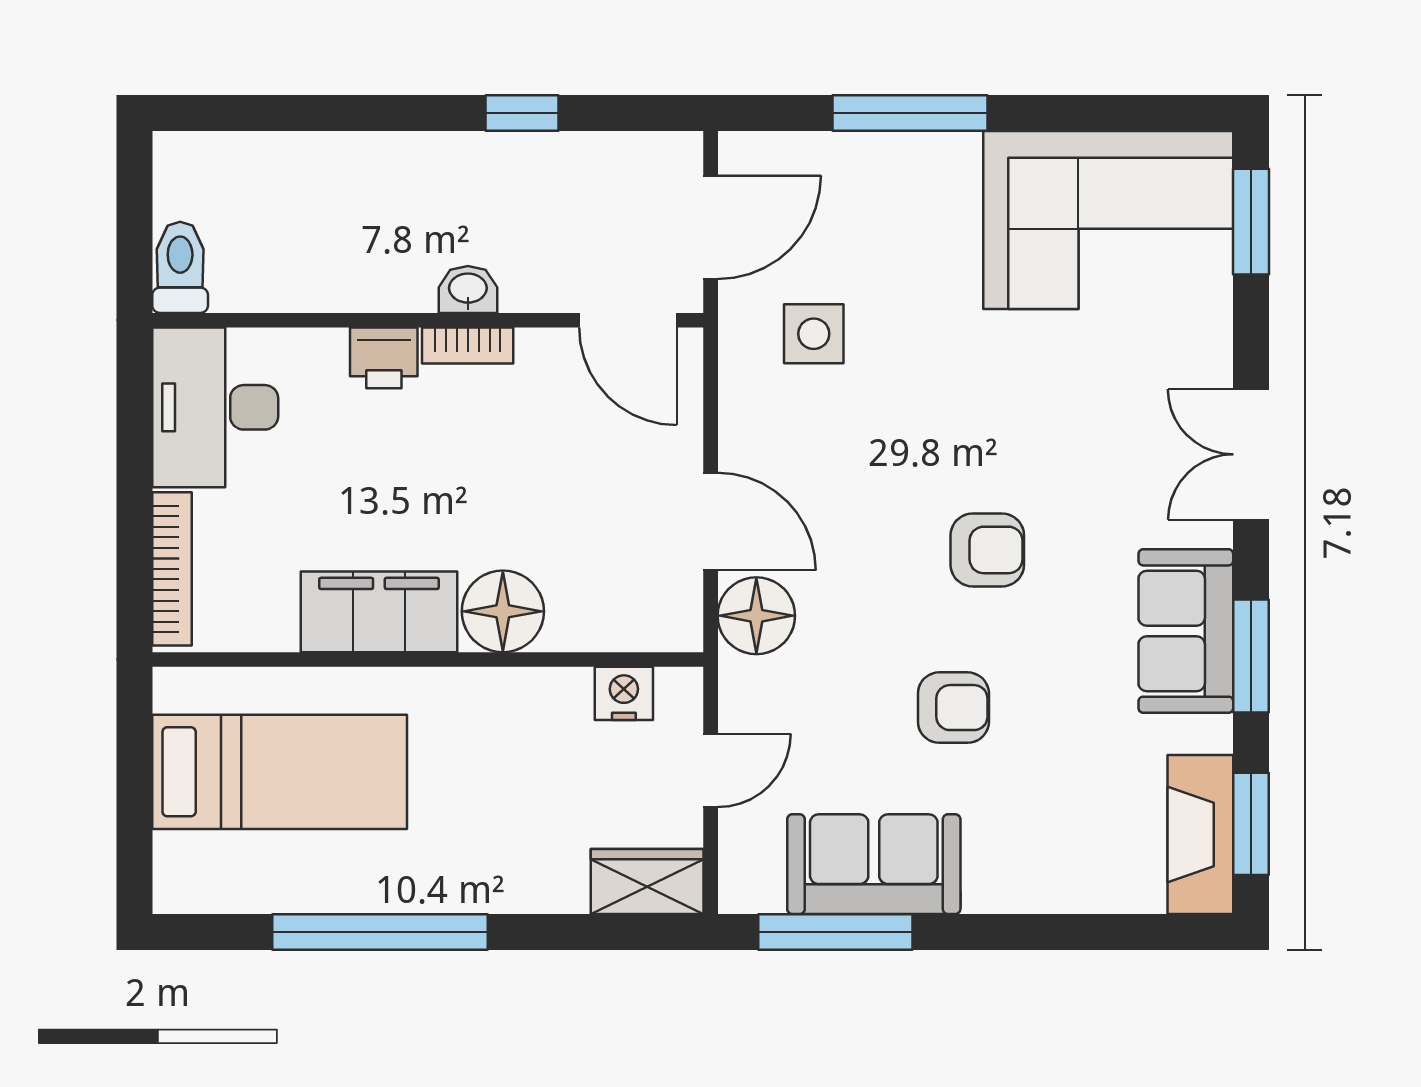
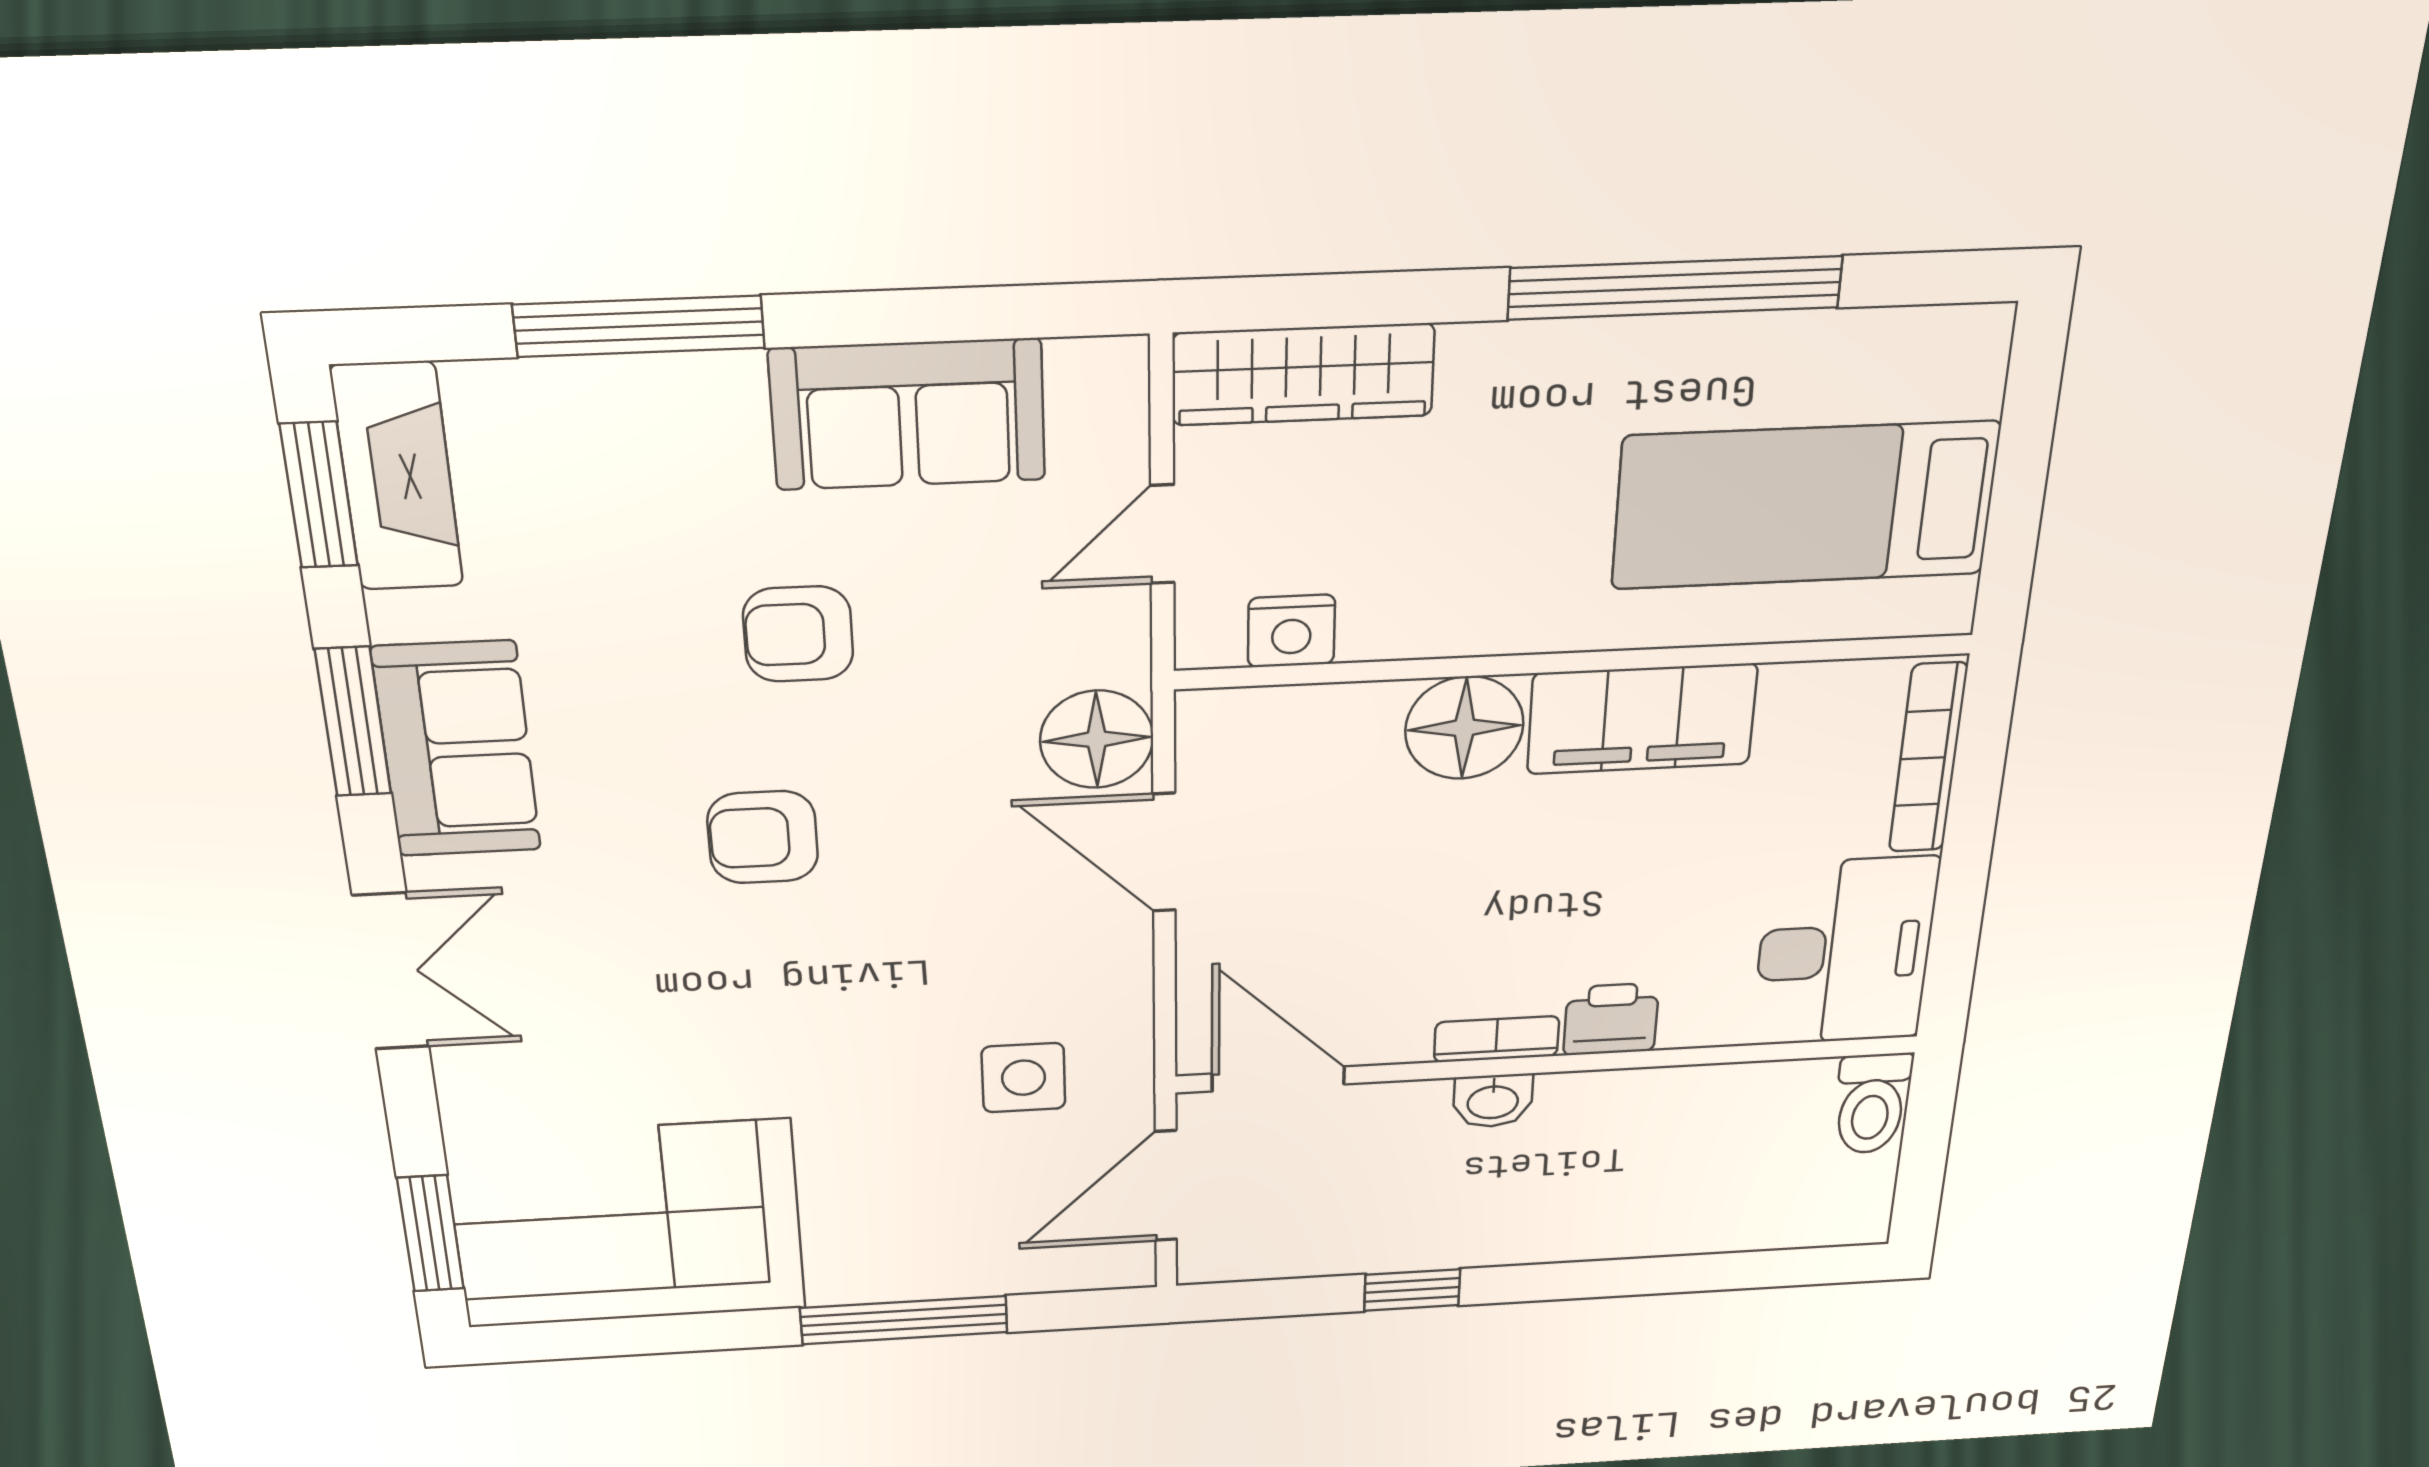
wardrobe: (647, 882) -> (1303, 374), width x1.50
window: (835, 932) -> (639, 326), moved

